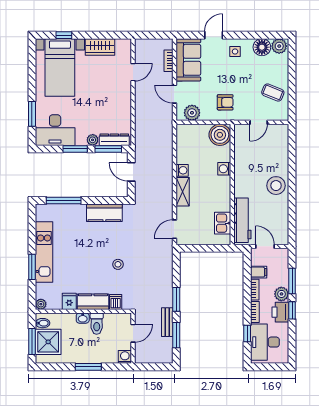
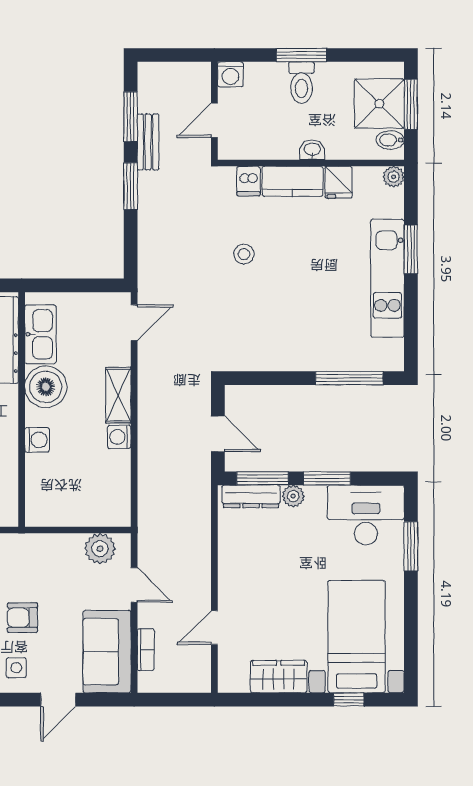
armchair: (225, 102) -> (22, 618), moved
boiler: (220, 135) -> (46, 387), moved
kitchen counter: (104, 213) -> (270, 354), removed
kitchen sink: (223, 223) -> (40, 334), width x1.38
toilet: (97, 324) -> (302, 83), moved, turned 180

